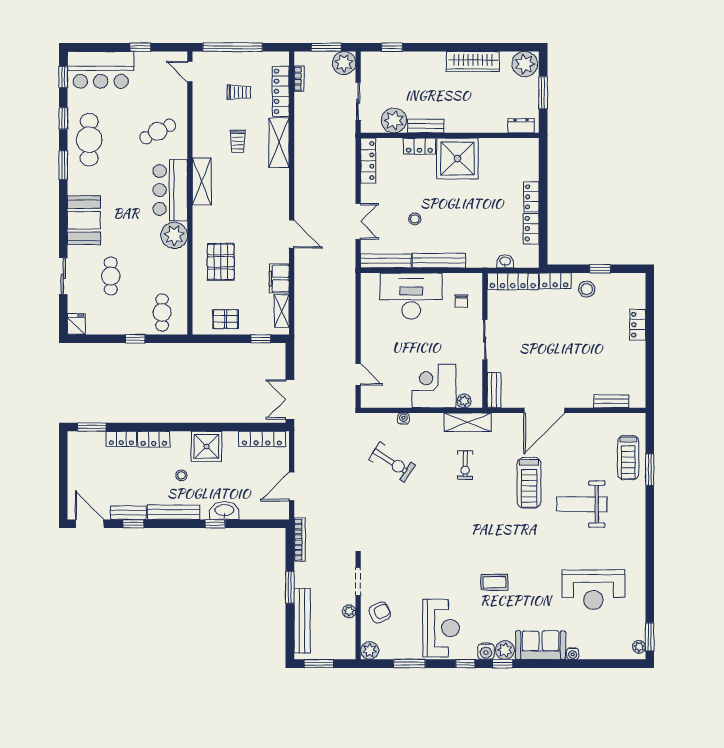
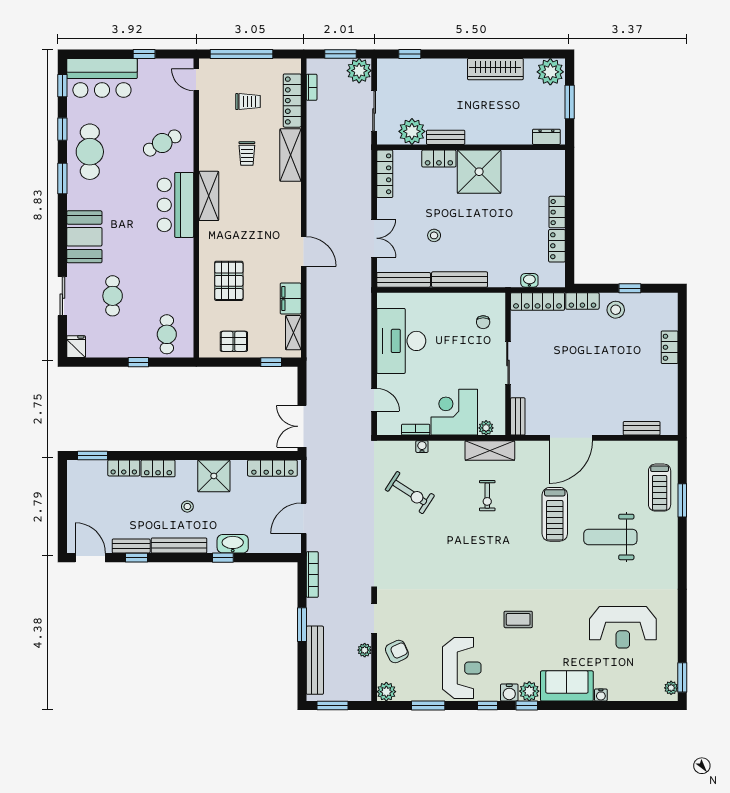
plant: (174, 235) -> (180, 253), removed
desk: (411, 296) -> (401, 341), moved, turned -90
bookcase: (397, 403) -> (416, 430), added

